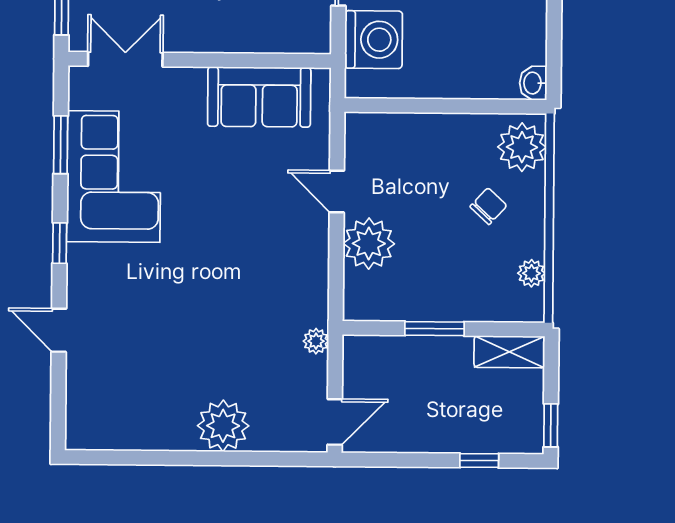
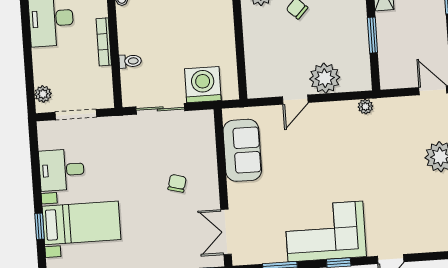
corner sofa: (114, 177) -> (325, 231), moved
plant: (316, 341) -> (365, 107), moved

